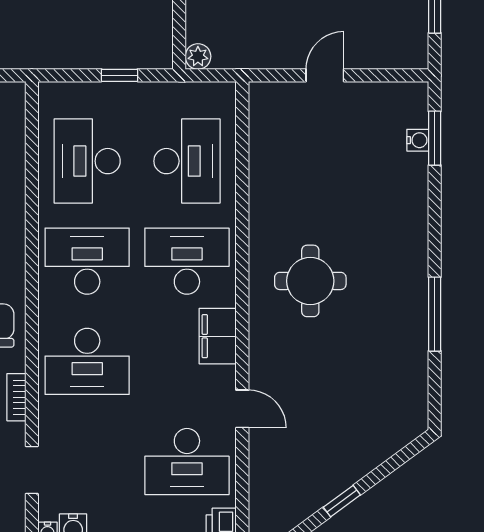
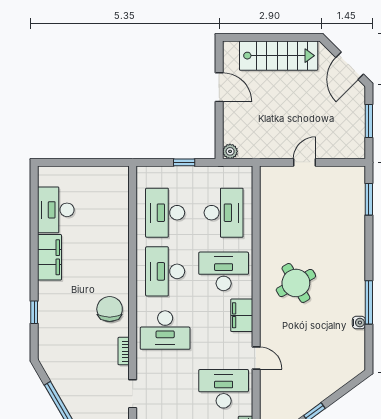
water cooler: (418, 140) -> (359, 323), moved
desk: (87, 261) -> (165, 271), turned -90
round table: (310, 281) -> (296, 283), turned -30
desk: (187, 461) -> (224, 389), turned 180

